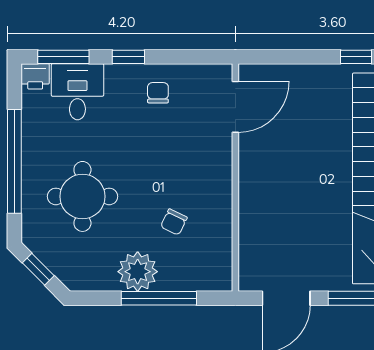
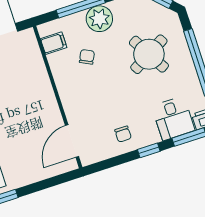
round table: (82, 196) -> (149, 54), turned -30
filing cabinet: (216, 258) -> (54, 43), added

